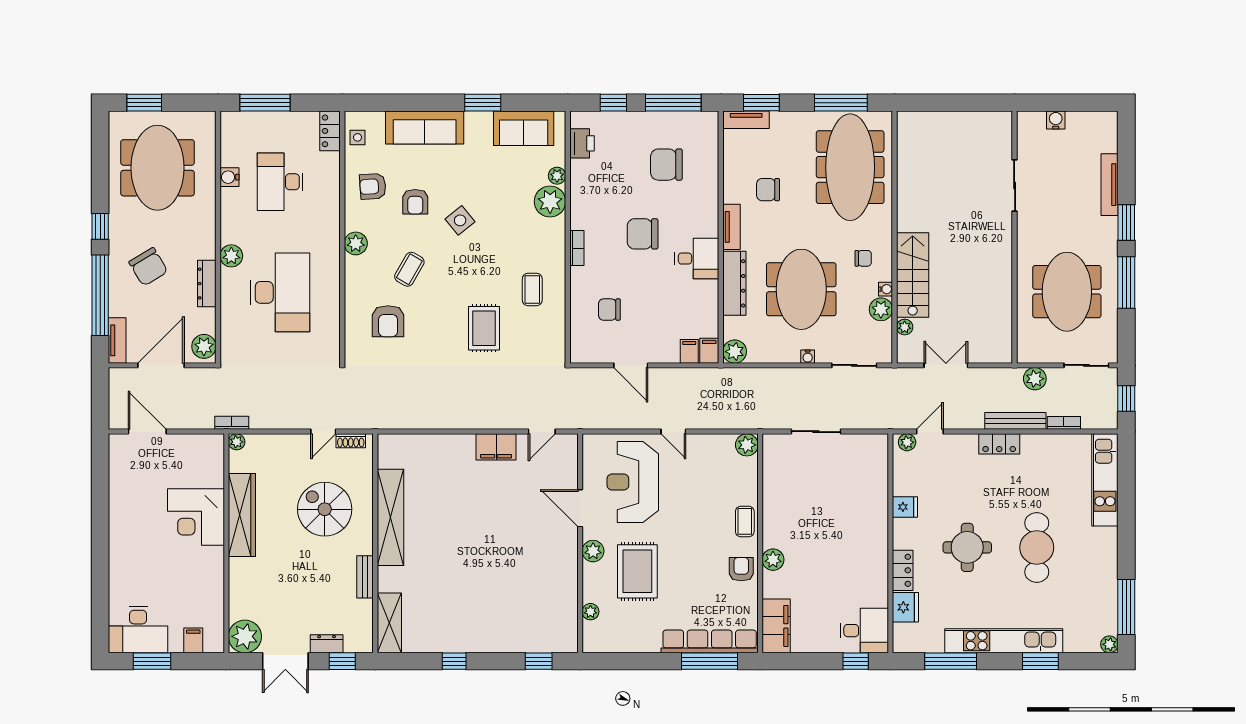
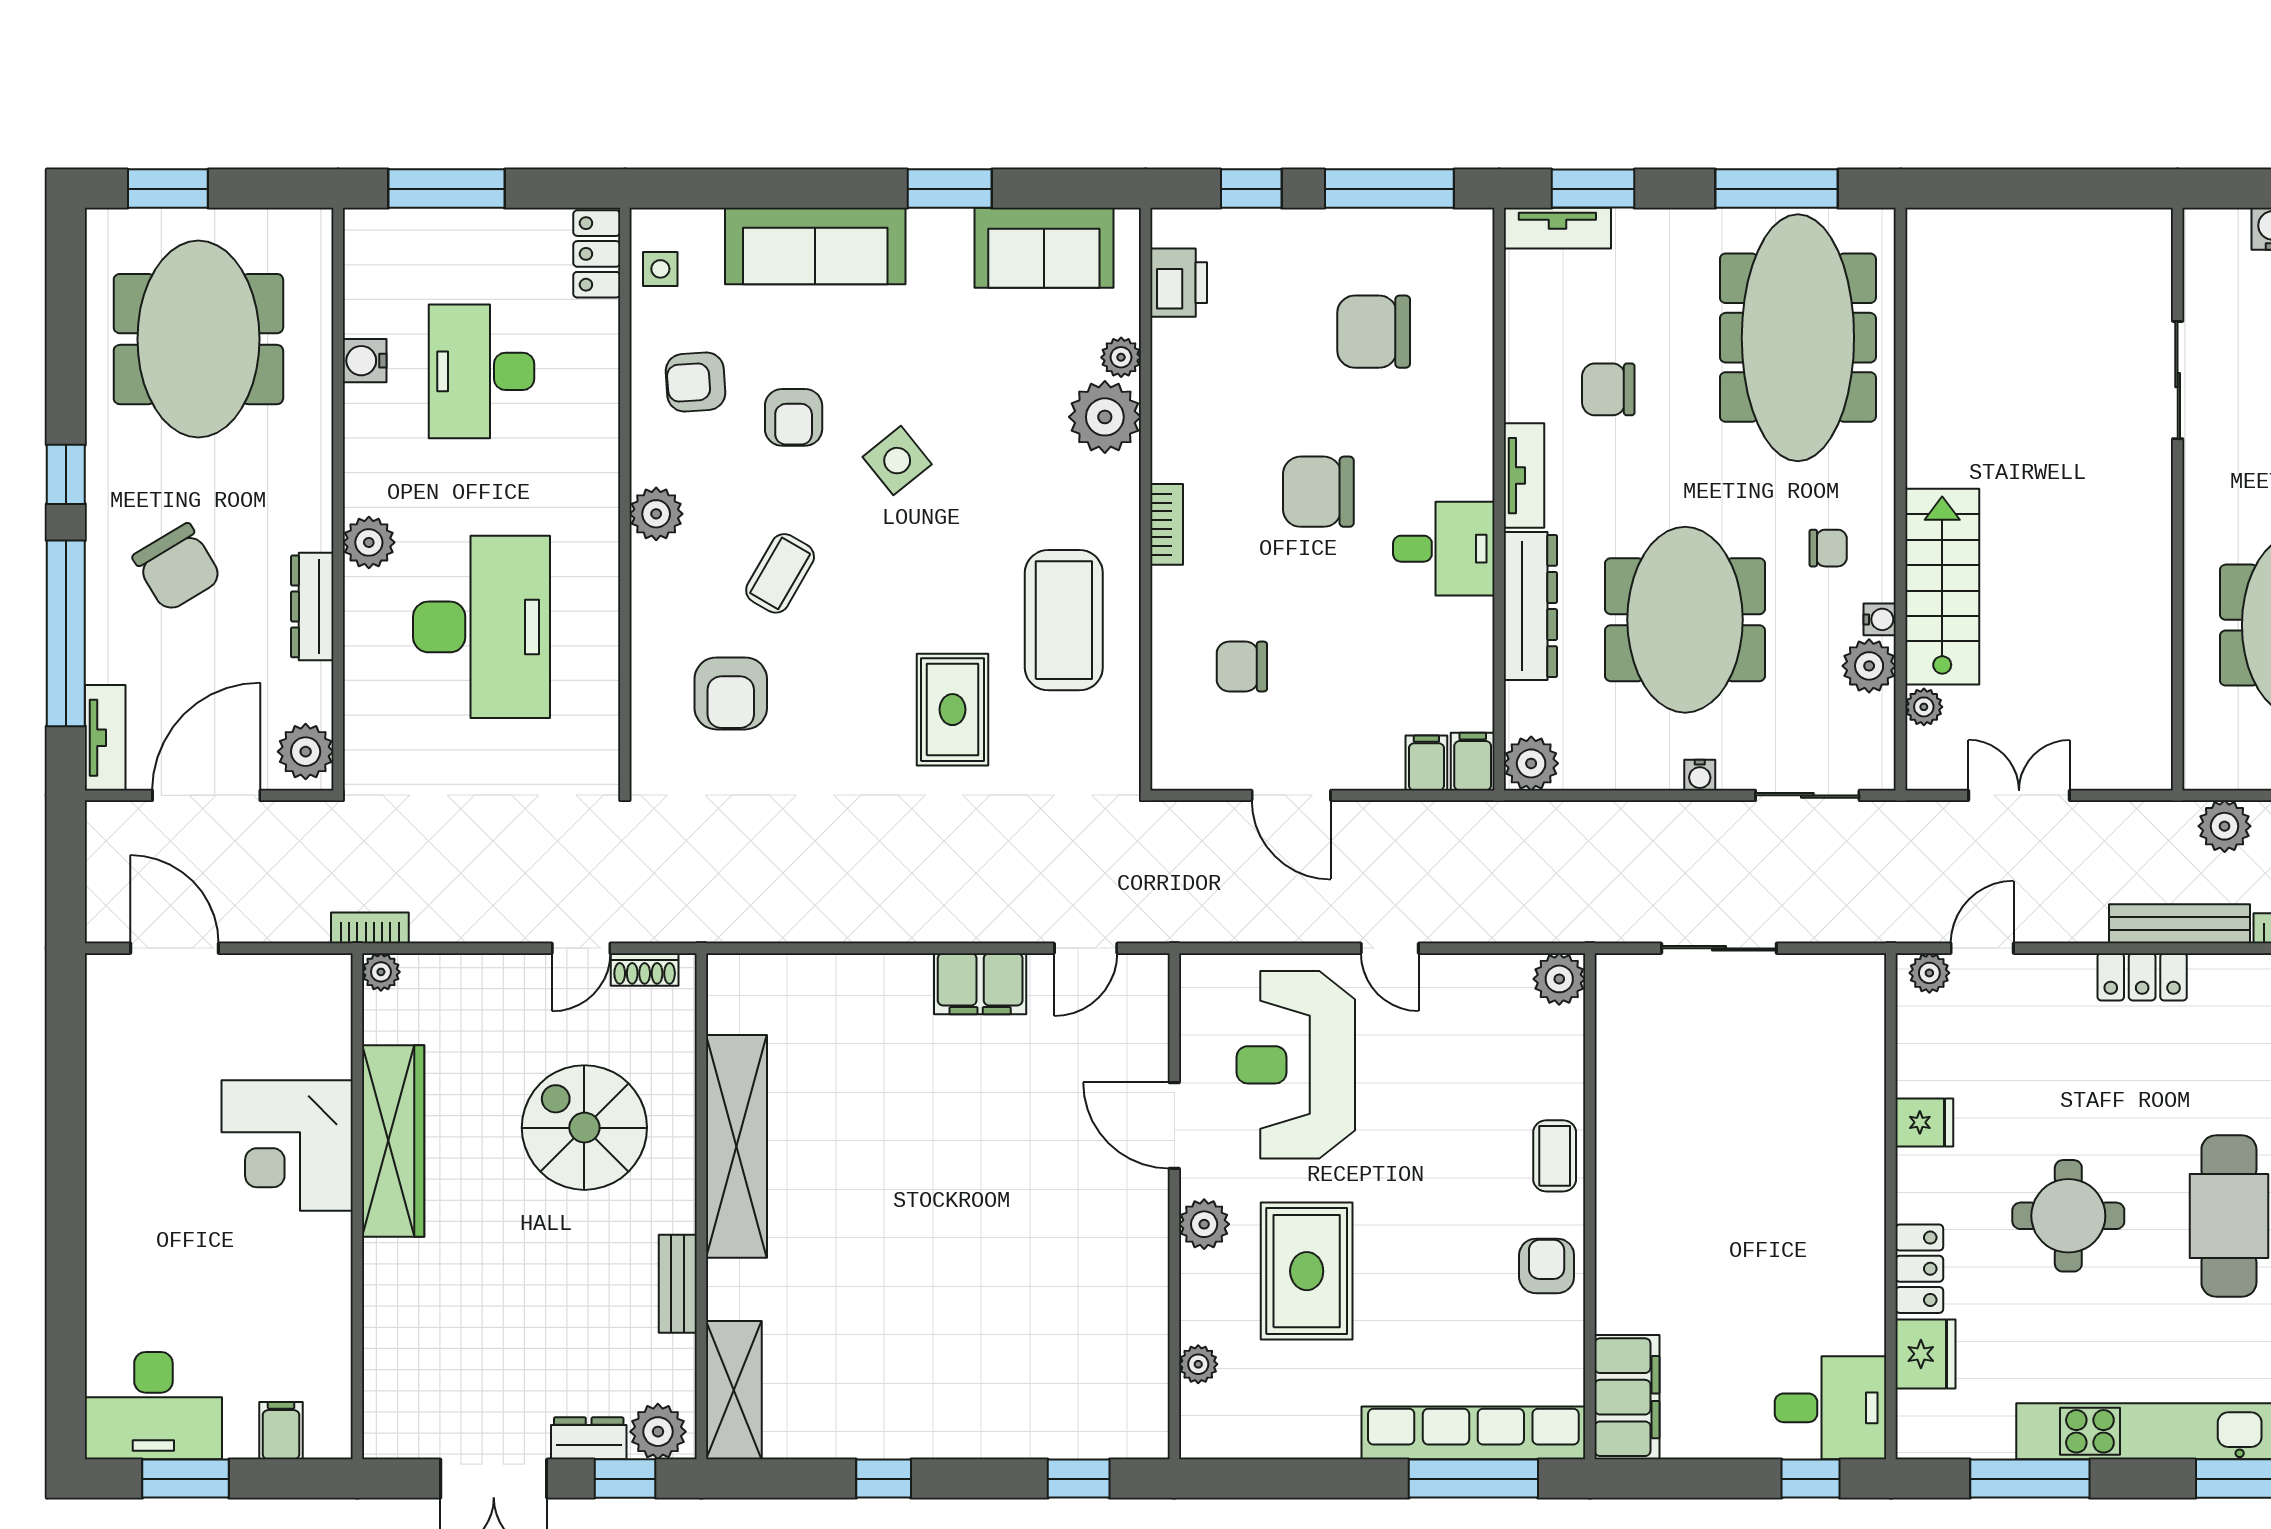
coffee table: (532, 289) -> (1064, 620), width x1.86, depth x1.72
plant: (773, 560) -> (1620, 1244), removed
plant: (245, 636) -> (658, 1432), moved, width x0.73, depth x0.73

